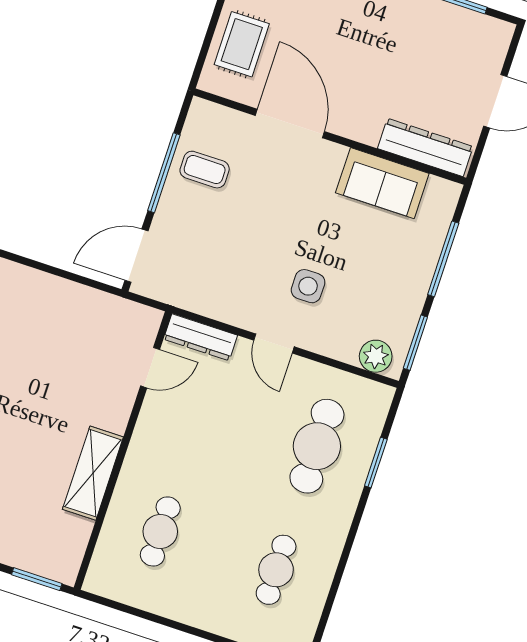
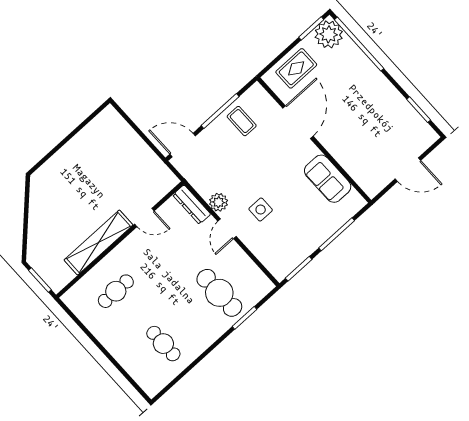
dresser: (425, 147) -> (359, 173), removed
plant: (376, 356) -> (219, 202), moved
door: (150, 368) -> (144, 217), moved
cafe table: (317, 446) -> (219, 293), turned 90
shelving: (93, 473) -> (98, 242), width x1.47
cafe table: (276, 570) -> (163, 344), turned 90

